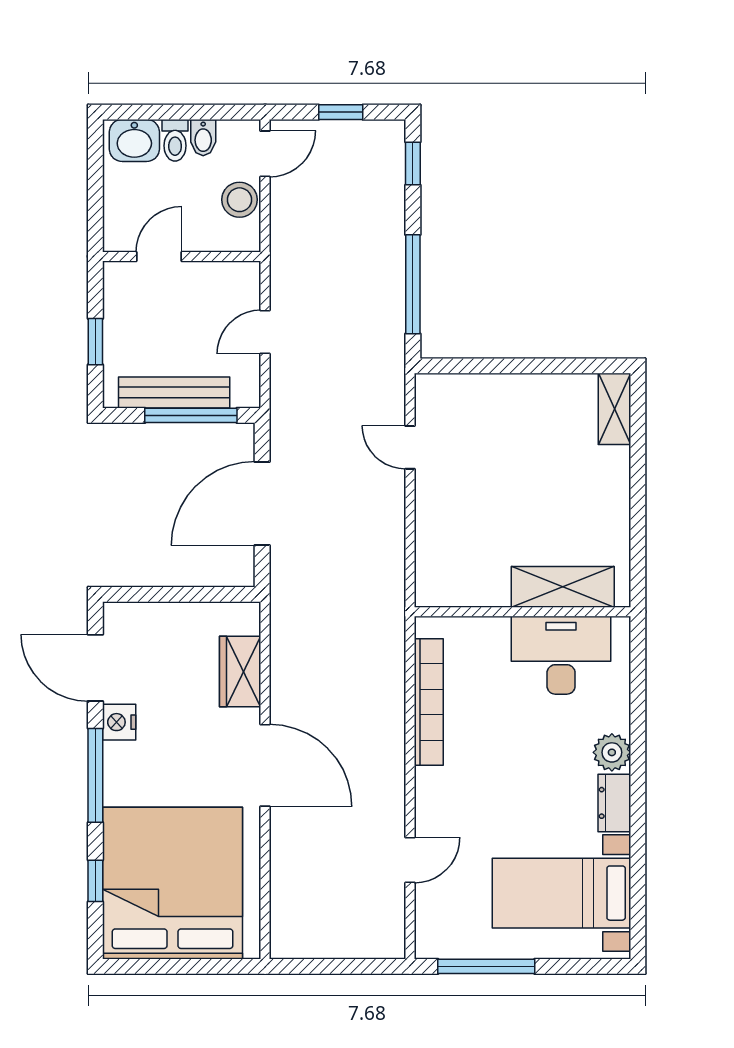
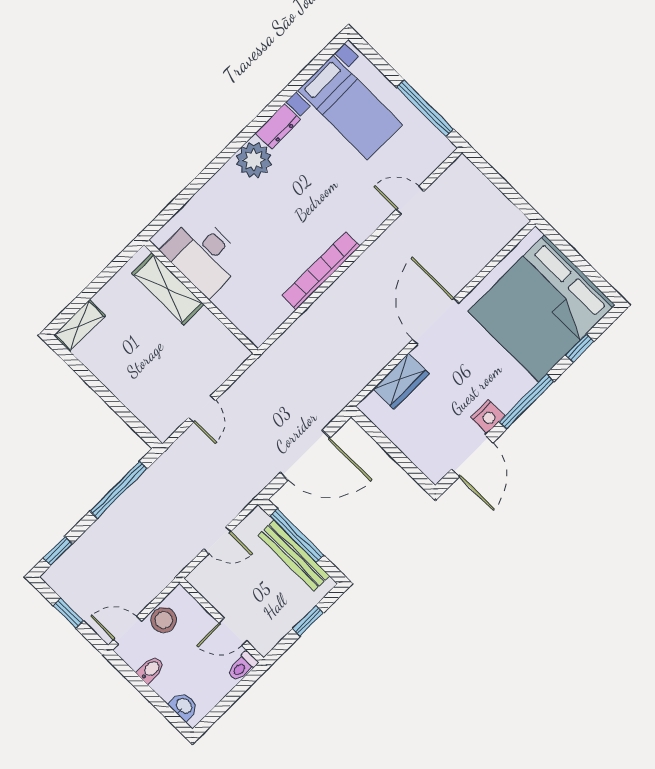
washbasin: (134, 140) -> (184, 706), width x0.72, depth x0.69
toilet: (175, 140) -> (242, 667), moved, turned 180
shelving: (563, 587) -> (168, 289), moved
wall: (523, 612) -> (201, 297), moved
desk: (561, 655) -> (203, 255), moved
plant: (612, 752) -> (254, 160), width x1.36, depth x1.36

